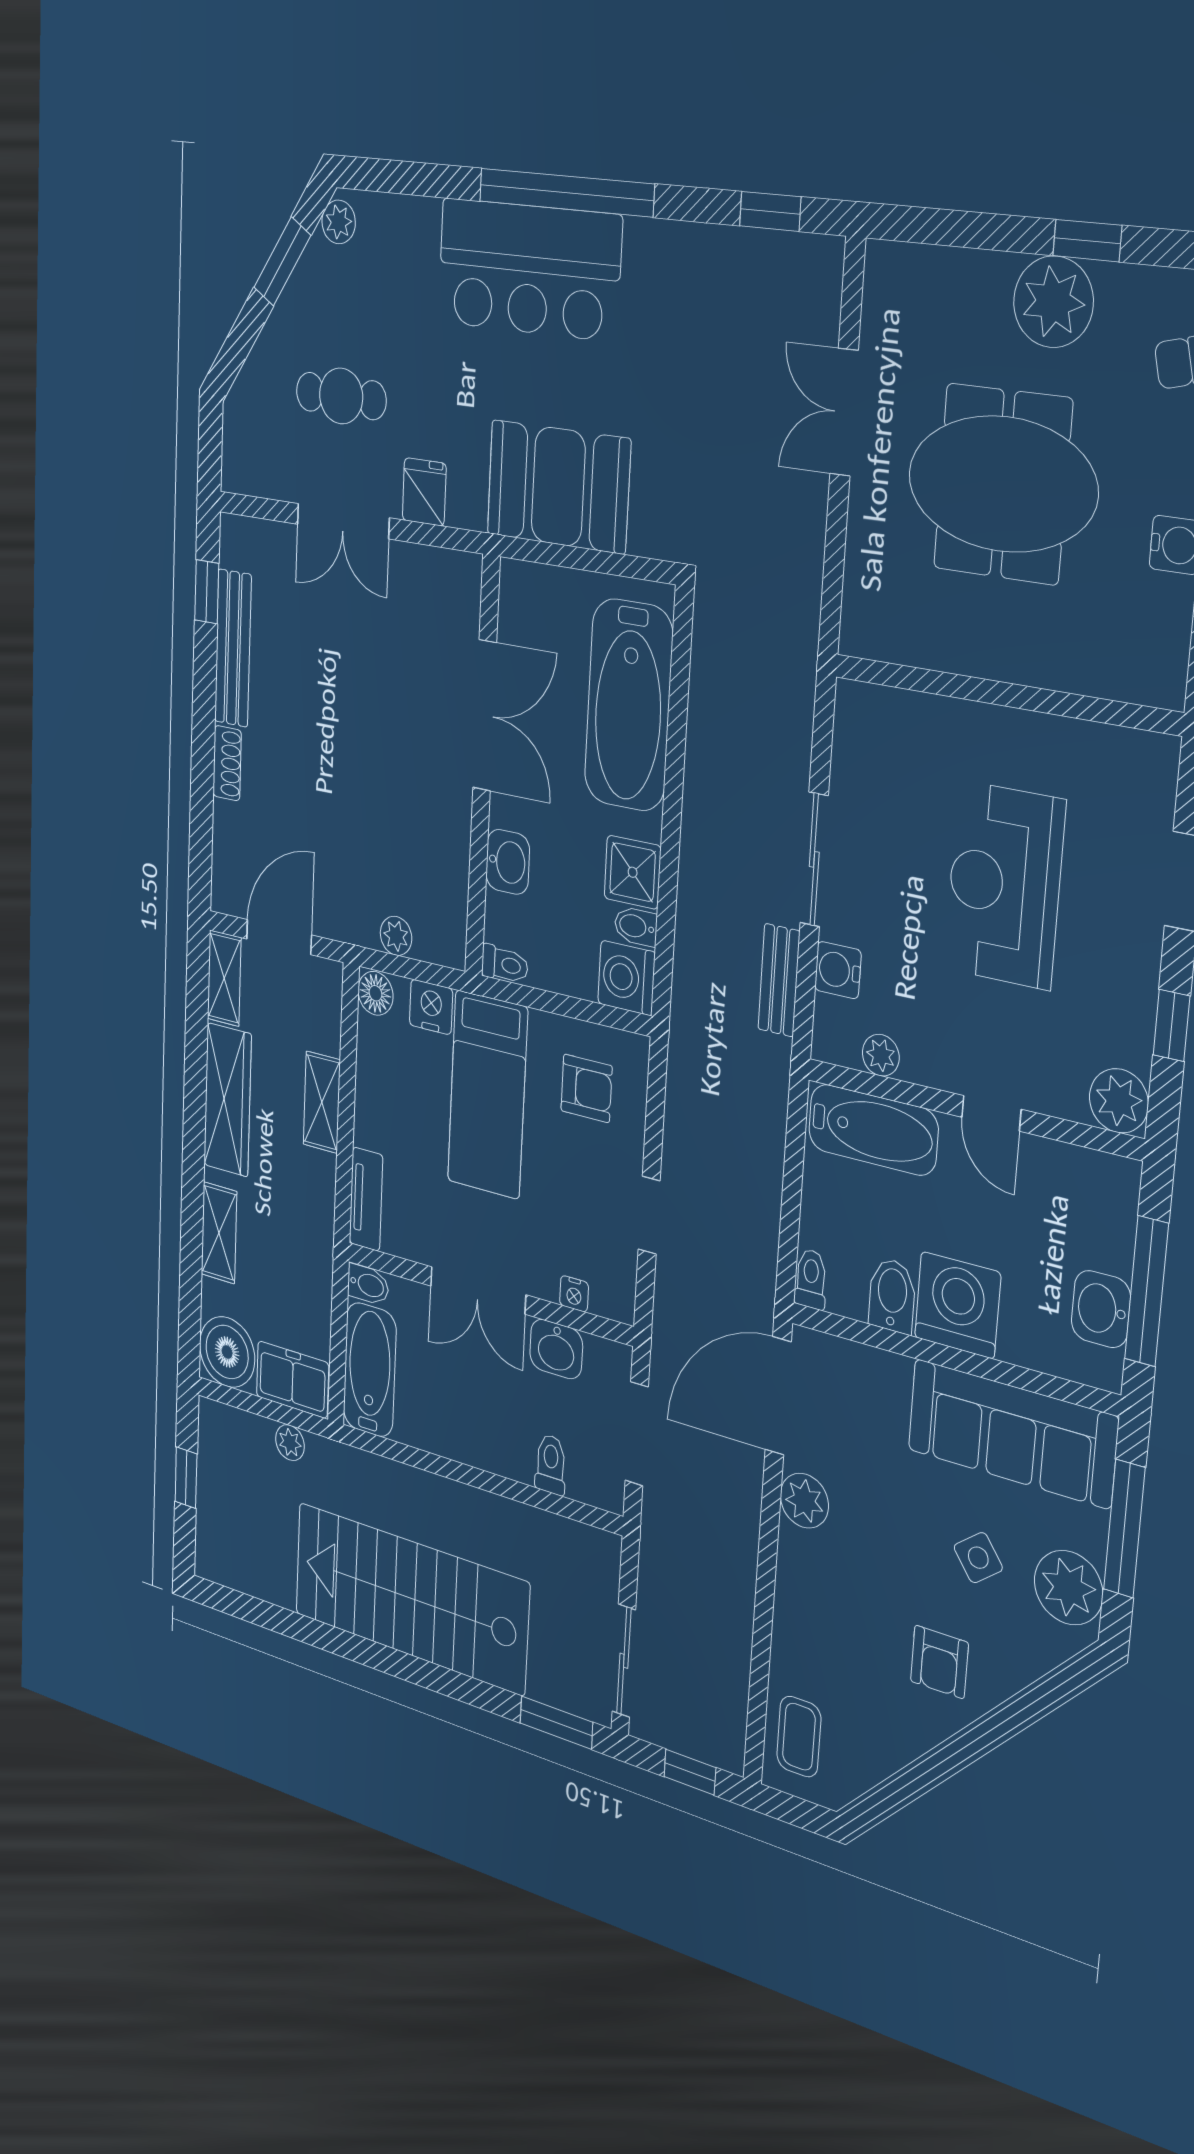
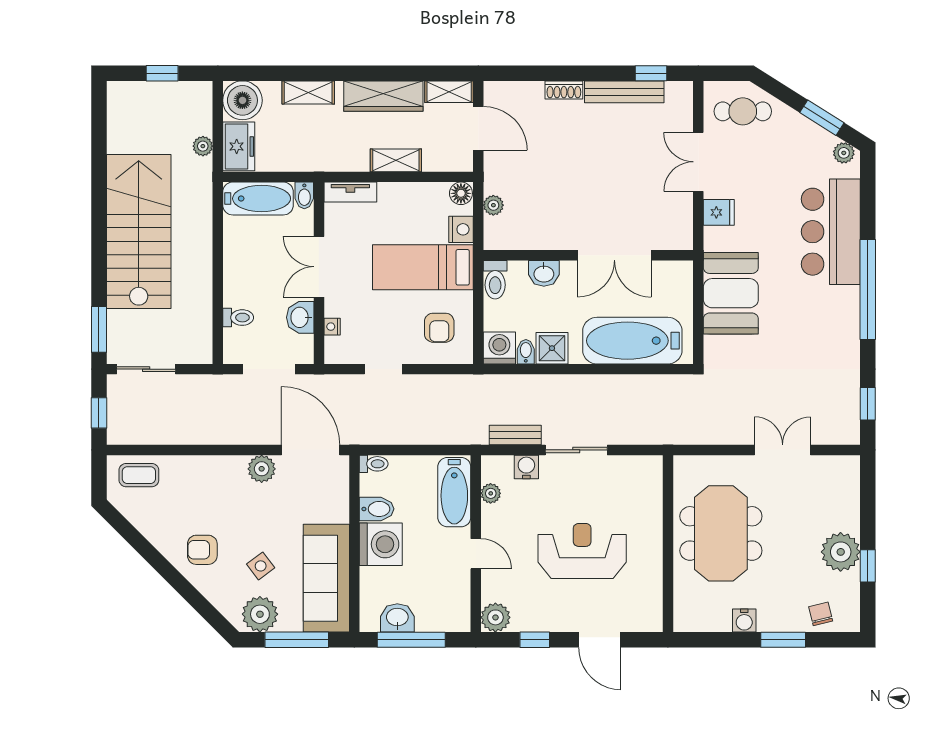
bar counter: (529, 269) -> (831, 232), moved
cafe table: (341, 396) -> (743, 111), moved, turned 90
meeting table: (1002, 484) -> (721, 533), moved
toilet: (505, 964) -> (495, 280), width x1.37, depth x1.39
door: (991, 1113) -> (476, 554), swing flipped

